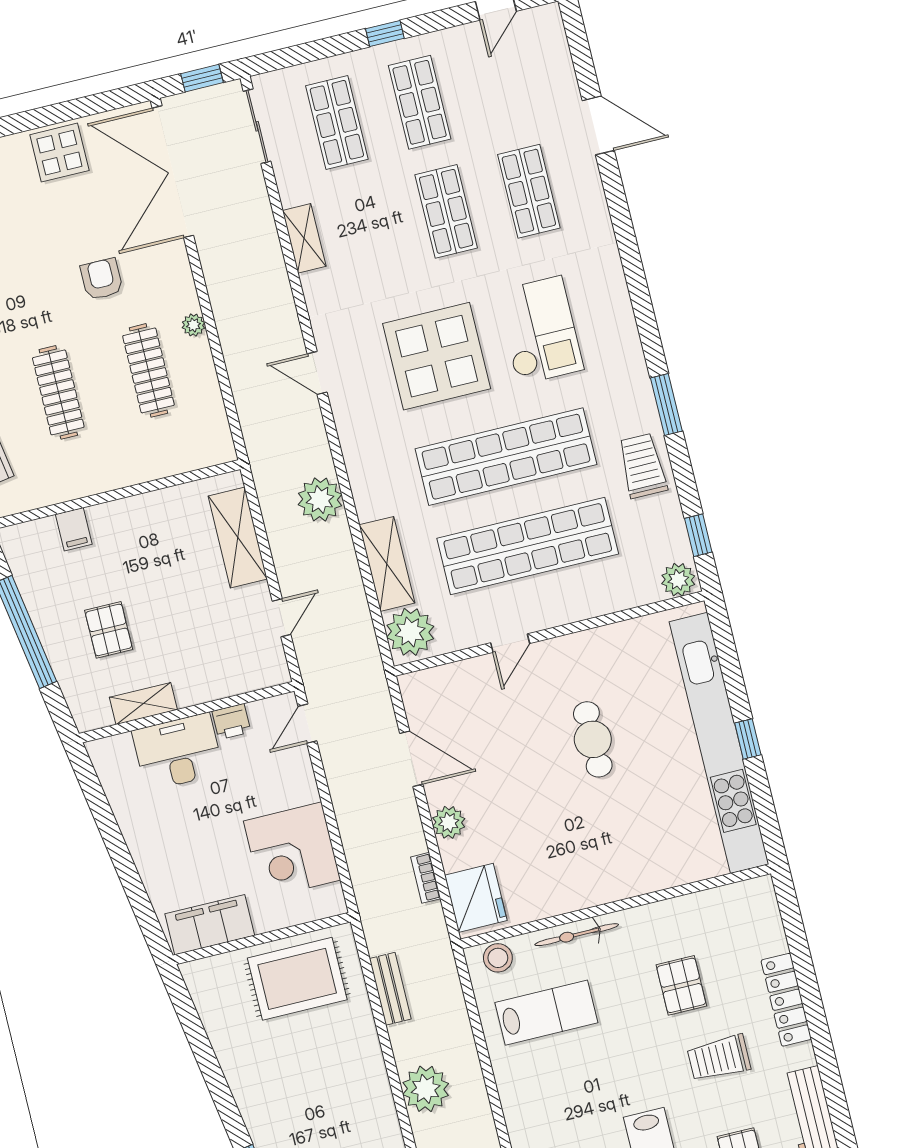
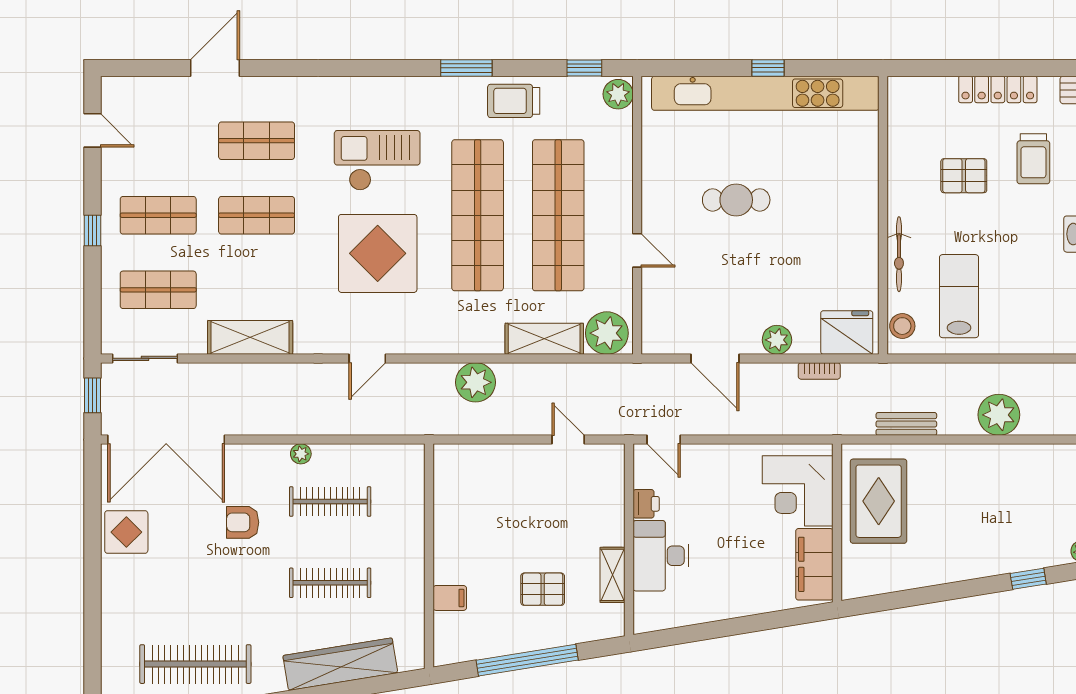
shelving: (304, 238) -> (250, 337), width x1.50, depth x1.33
shelving: (238, 537) -> (491, 460), removed
door: (411, 759) -> (715, 358), swing flipped
corner desk: (292, 850) -> (798, 491), moved, turned 90

